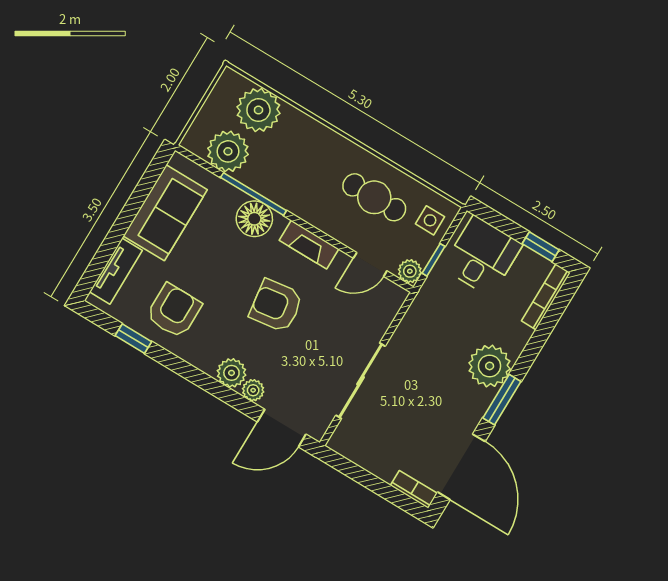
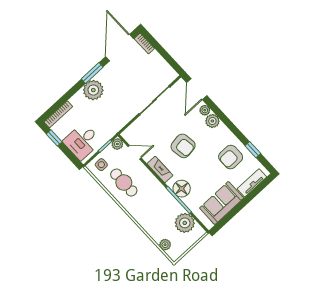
plant: (258, 110) -> (165, 245), width x0.53, depth x0.53
door: (282, 428) -> (197, 89), swing flipped

